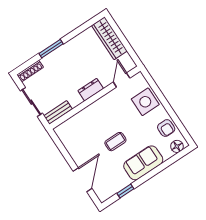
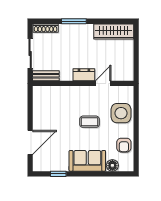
wardrobe: (109, 38) -> (114, 32), moved, turned -90
door: (122, 80) -> (103, 83), moved
coffee table: (115, 142) -> (89, 122), moved
floor lamp: (177, 146) -> (112, 165), moved

